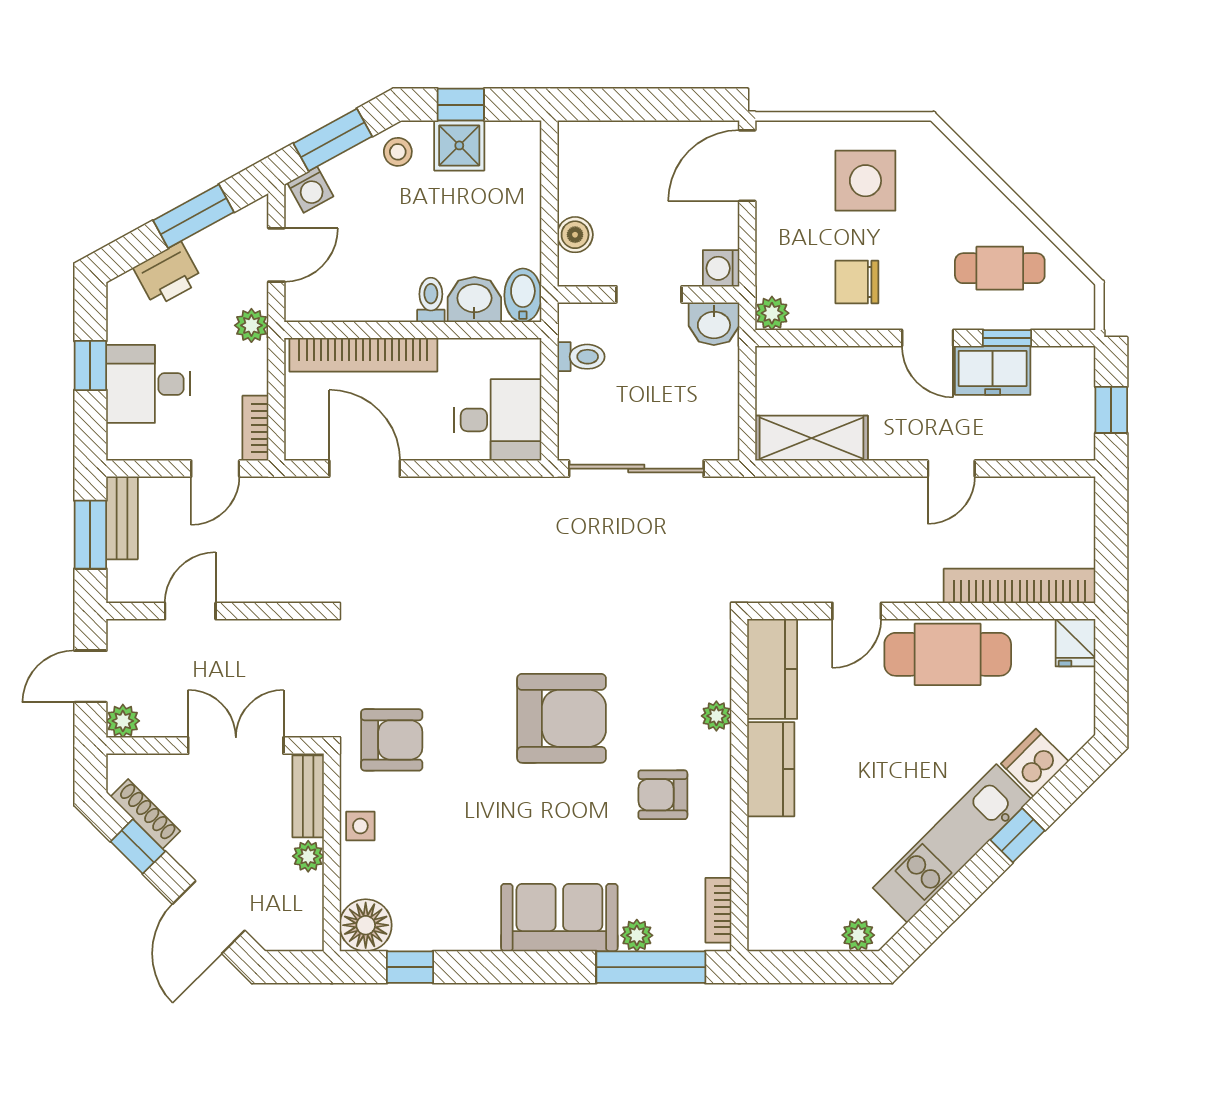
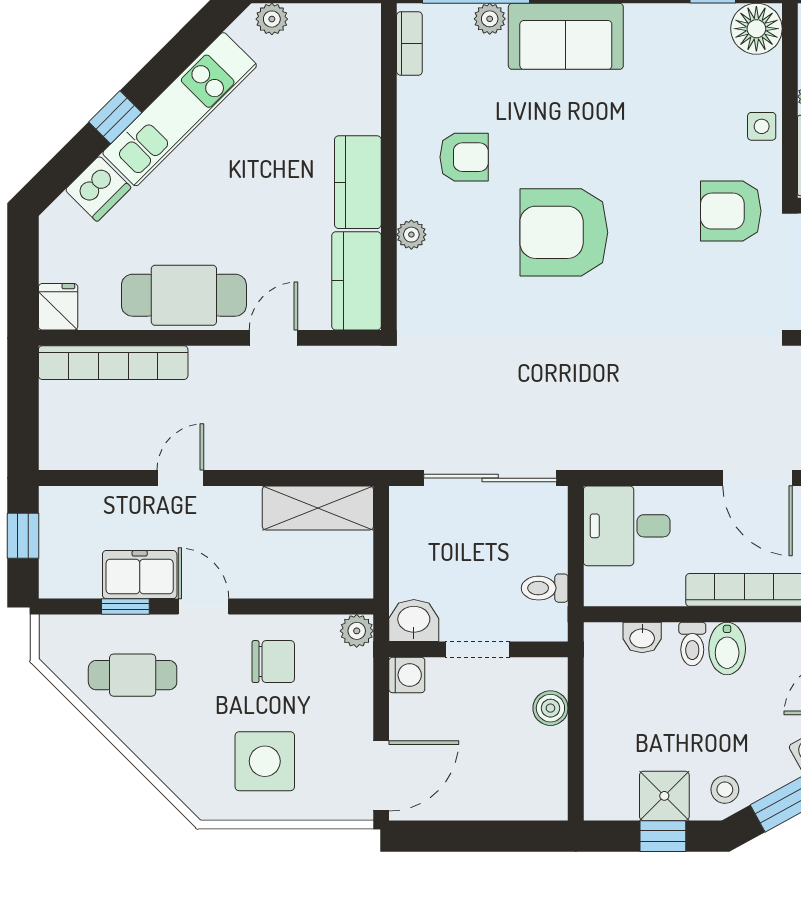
bidet: (523, 295) -> (727, 648), moved
washbasin: (474, 300) -> (642, 637), width x0.72, depth x0.69

